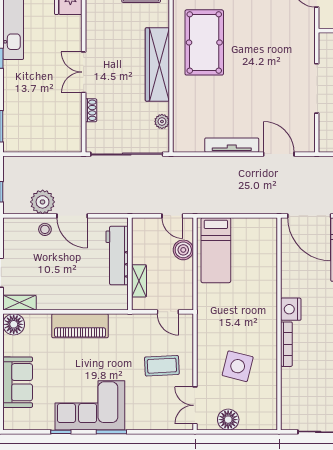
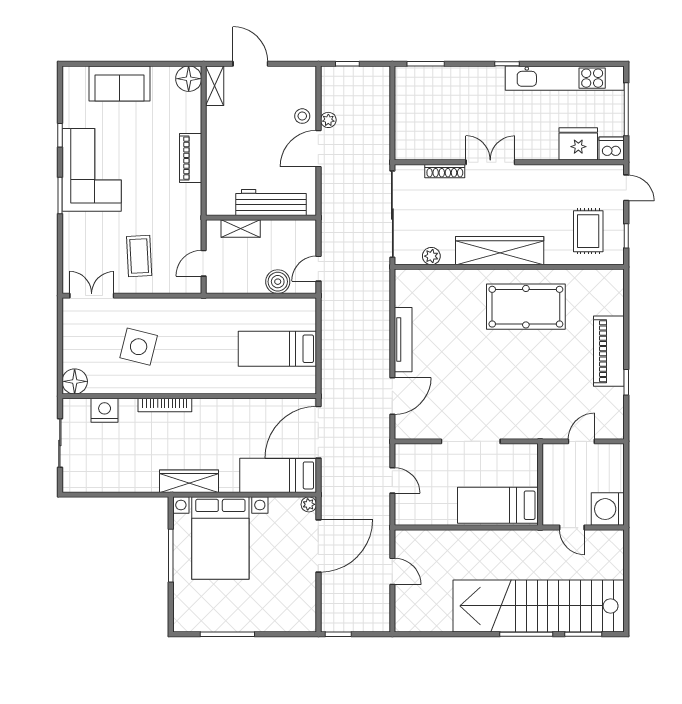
shoe rack: (91, 110) -> (445, 171), width x1.43
plant: (43, 202) -> (328, 120), width x0.53, depth x0.53
bed: (216, 250) -> (277, 349), moved
nightstand: (291, 309) -> (105, 410), moved
piano: (80, 326) -> (191, 158), width x0.73, depth x0.75
floor lamp: (228, 420) -> (75, 381), moved

